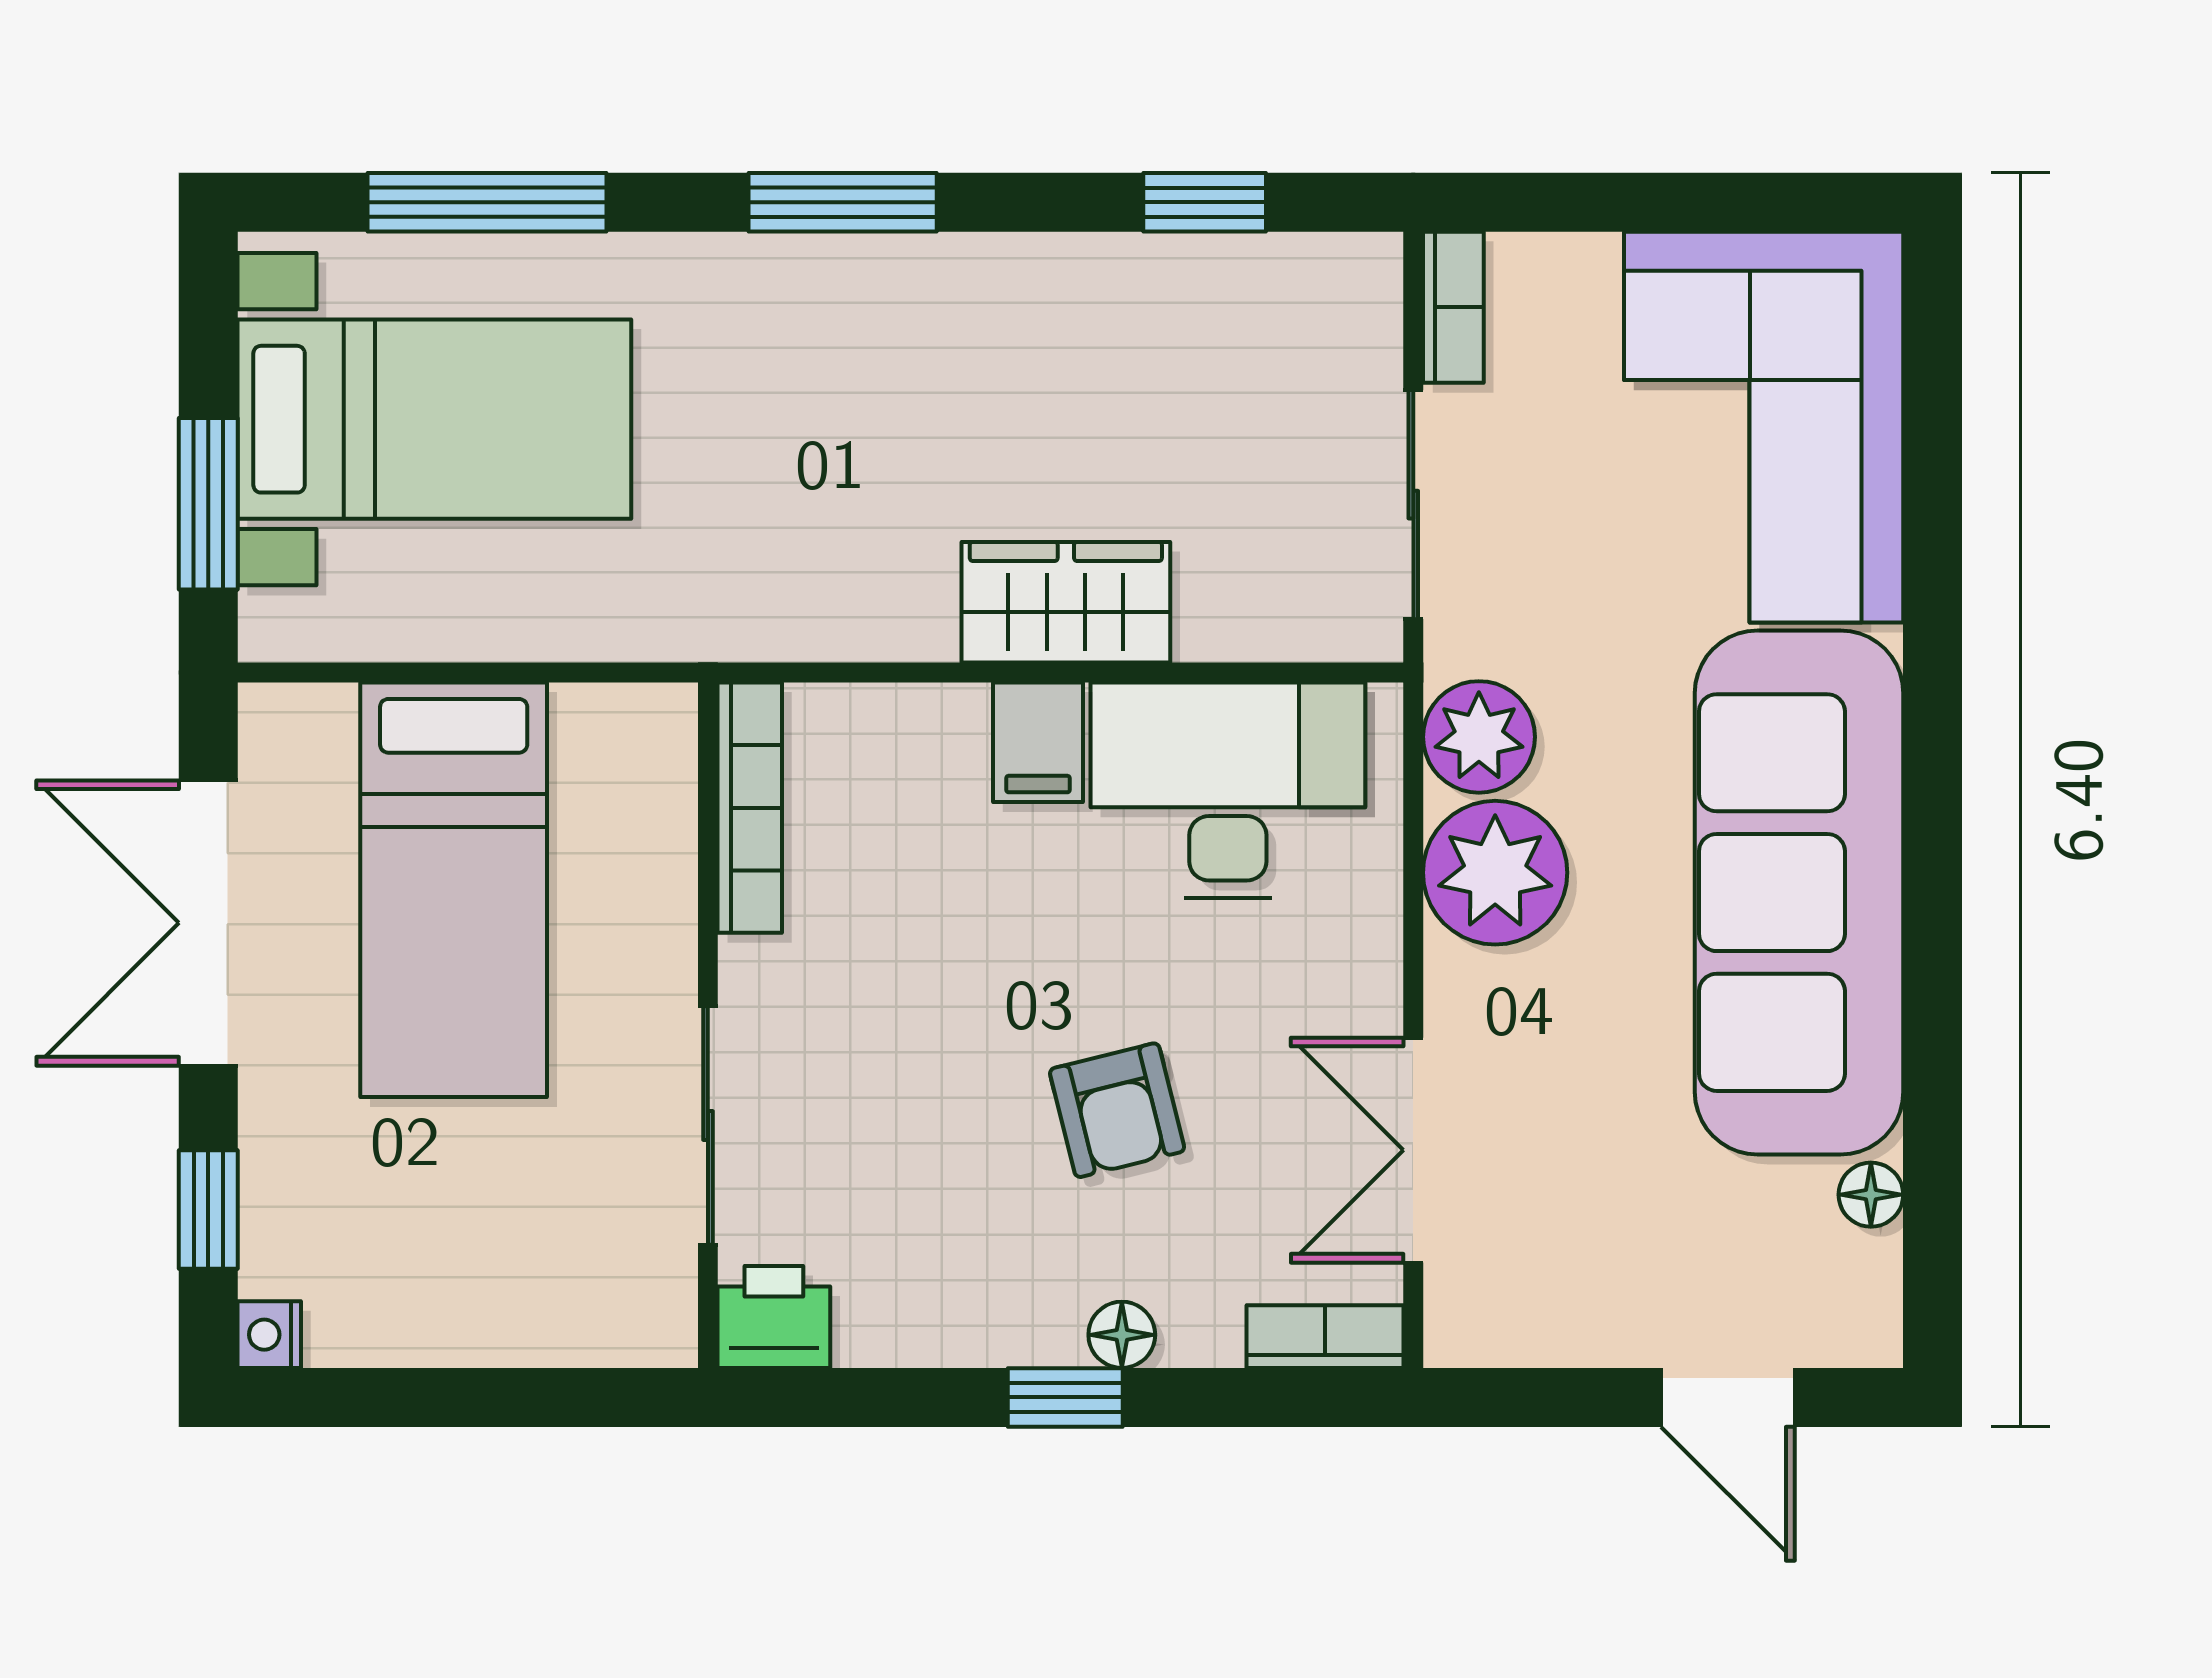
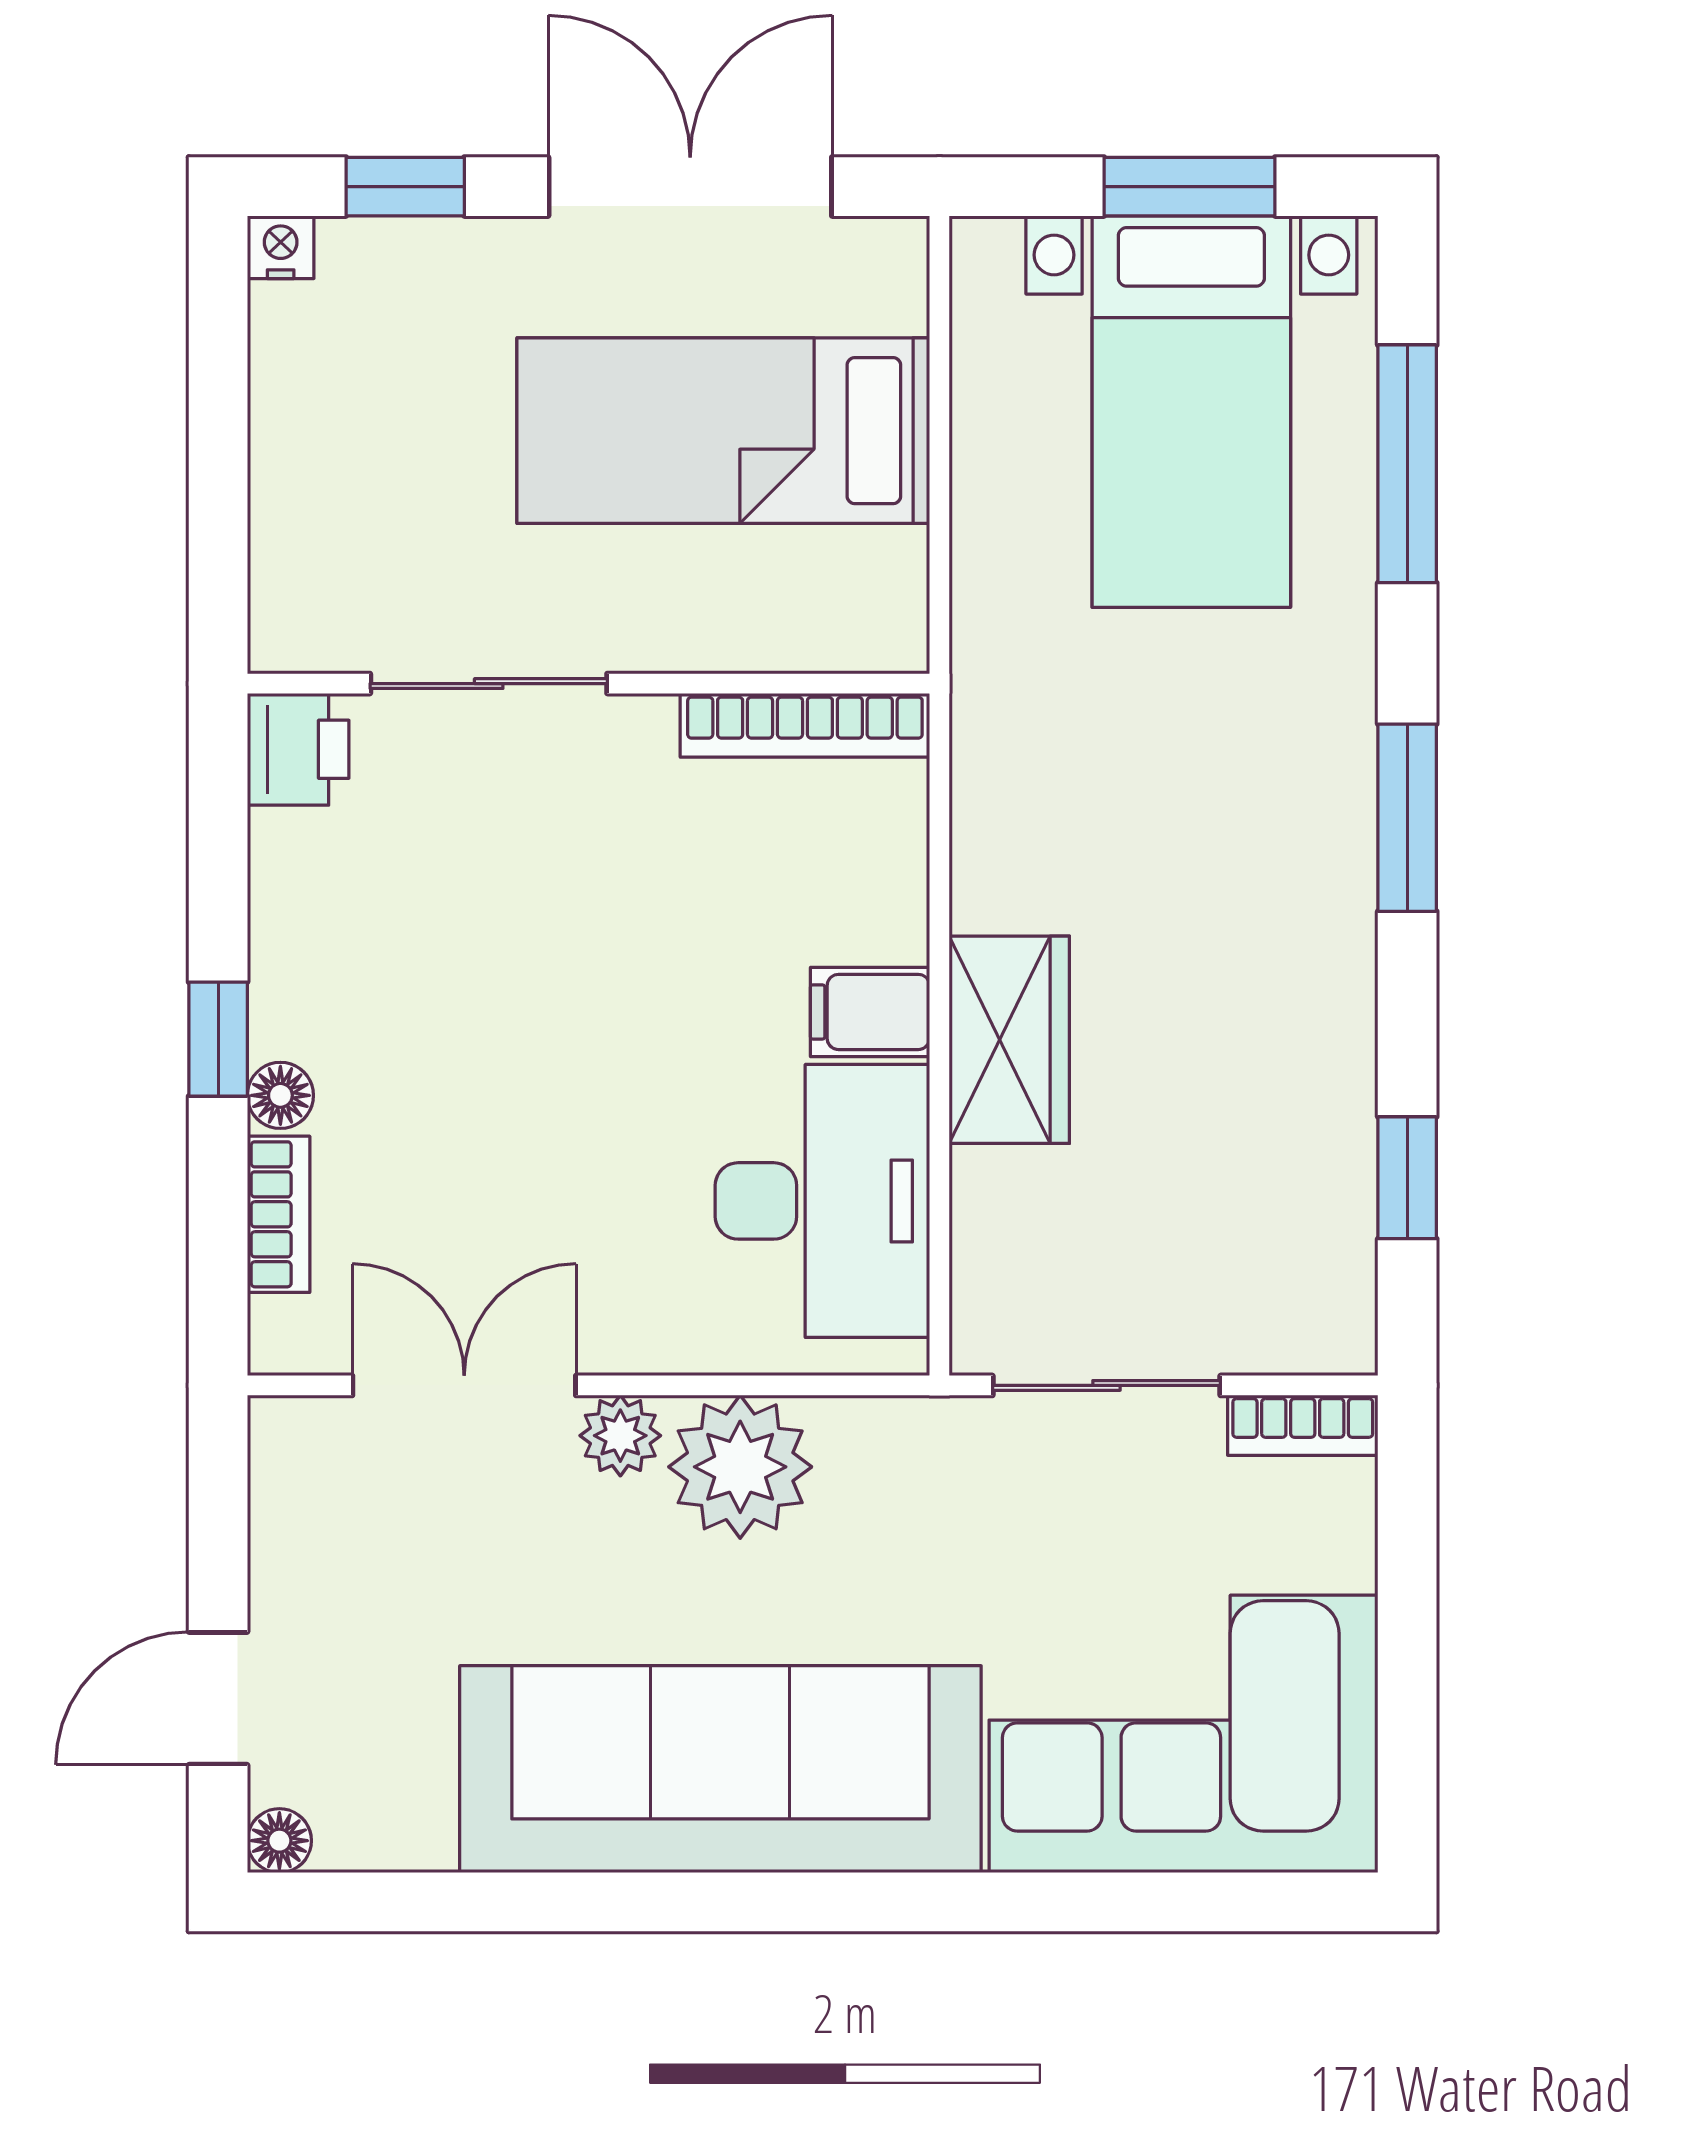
window: (208, 504) -> (1190, 187), moved
plant: (1479, 737) -> (620, 1436), moved, width x0.73, depth x0.73
armchair: (1117, 1110) -> (504, 1091), removed
floor lamp: (1871, 1195) -> (279, 1841), moved
bookcase: (1325, 1337) -> (279, 1214), moved

